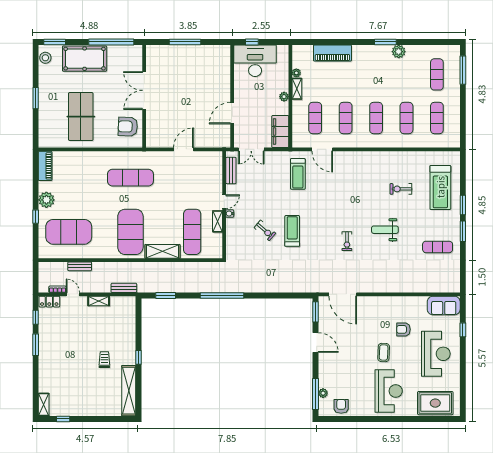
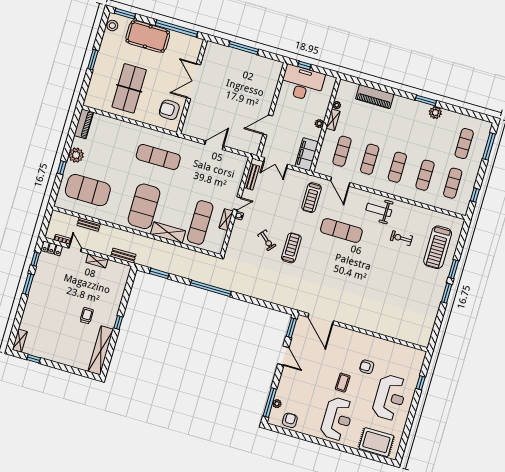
window: (463, 124) -> (475, 195), added
weight bench: (385, 230) -> (379, 210), moved
exercise bike: (347, 241) -> (339, 272), removed
exercise mat: (438, 247) -> (341, 230), moved, width x1.36, depth x1.45
sofa: (444, 306) -> (410, 356), removed

